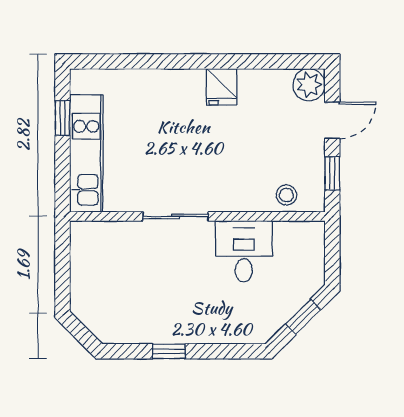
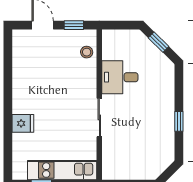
plant: (309, 85) -> (22, 39), removed
fridge: (222, 87) -> (23, 123), moved

